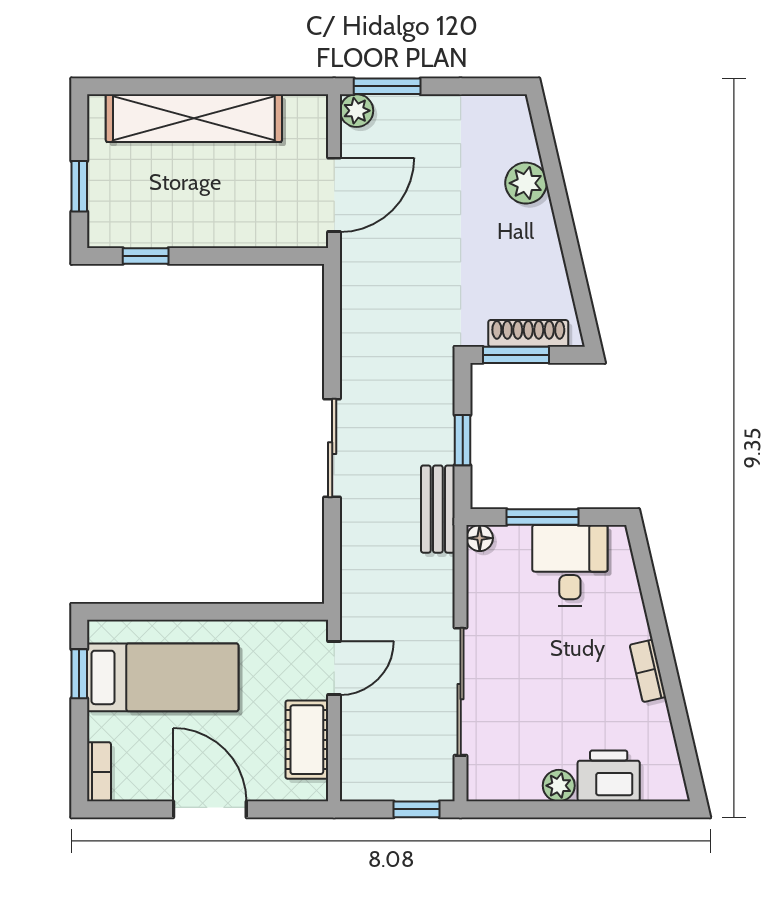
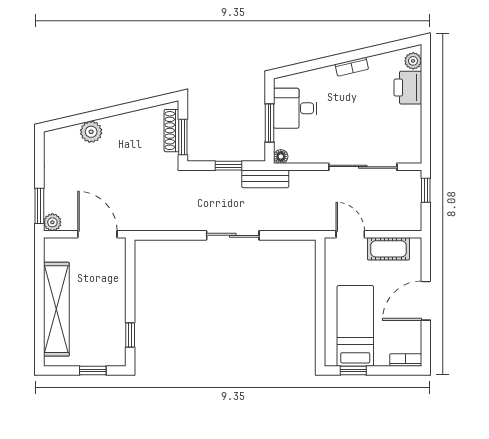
plant: (559, 786) -> (413, 61), moved

